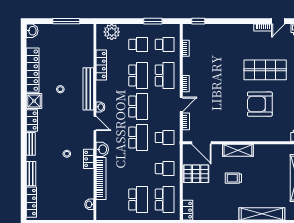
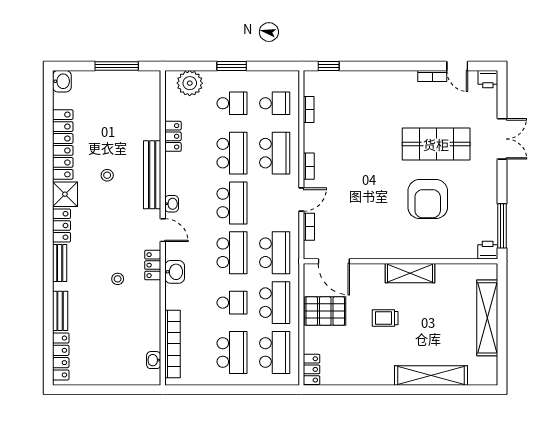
window: (153, 21) -> (232, 66), moved
door: (278, 21) -> (457, 66), hinge flipped
locker: (101, 65) -> (173, 136), width x0.66
armchair: (260, 104) -> (428, 199), turned -90
school desk: (165, 138) -> (275, 253), width x1.85
shelving: (238, 150) -> (410, 273), moved
locker: (89, 159) -> (153, 265), moved
school desk: (138, 169) -> (232, 303), added
school desk: (165, 169) -> (275, 303), width x1.85
bookcase: (101, 178) -> (173, 344), moved

